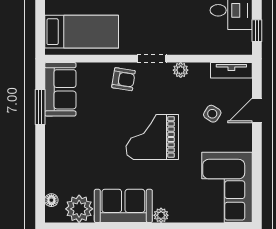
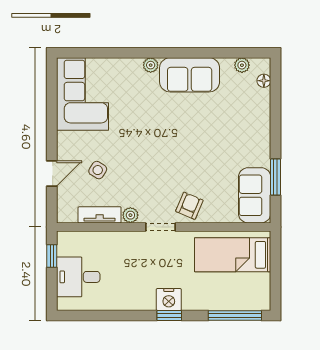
tv unit: (231, 70) -> (100, 215), moved
armchair: (124, 79) -> (189, 206), turned 104
grand piano: (152, 137) -> (160, 146), removed
plant: (79, 209) -> (242, 65), width x0.53, depth x0.53

